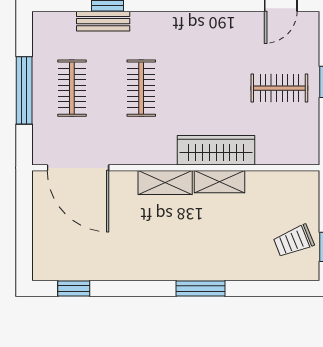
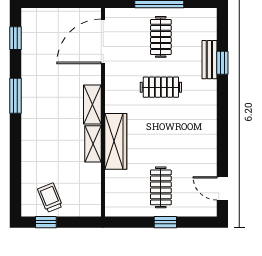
clothes rail: (72, 88) -> (161, 37), turned 90
window: (200, 289) -> (16, 96), moved

